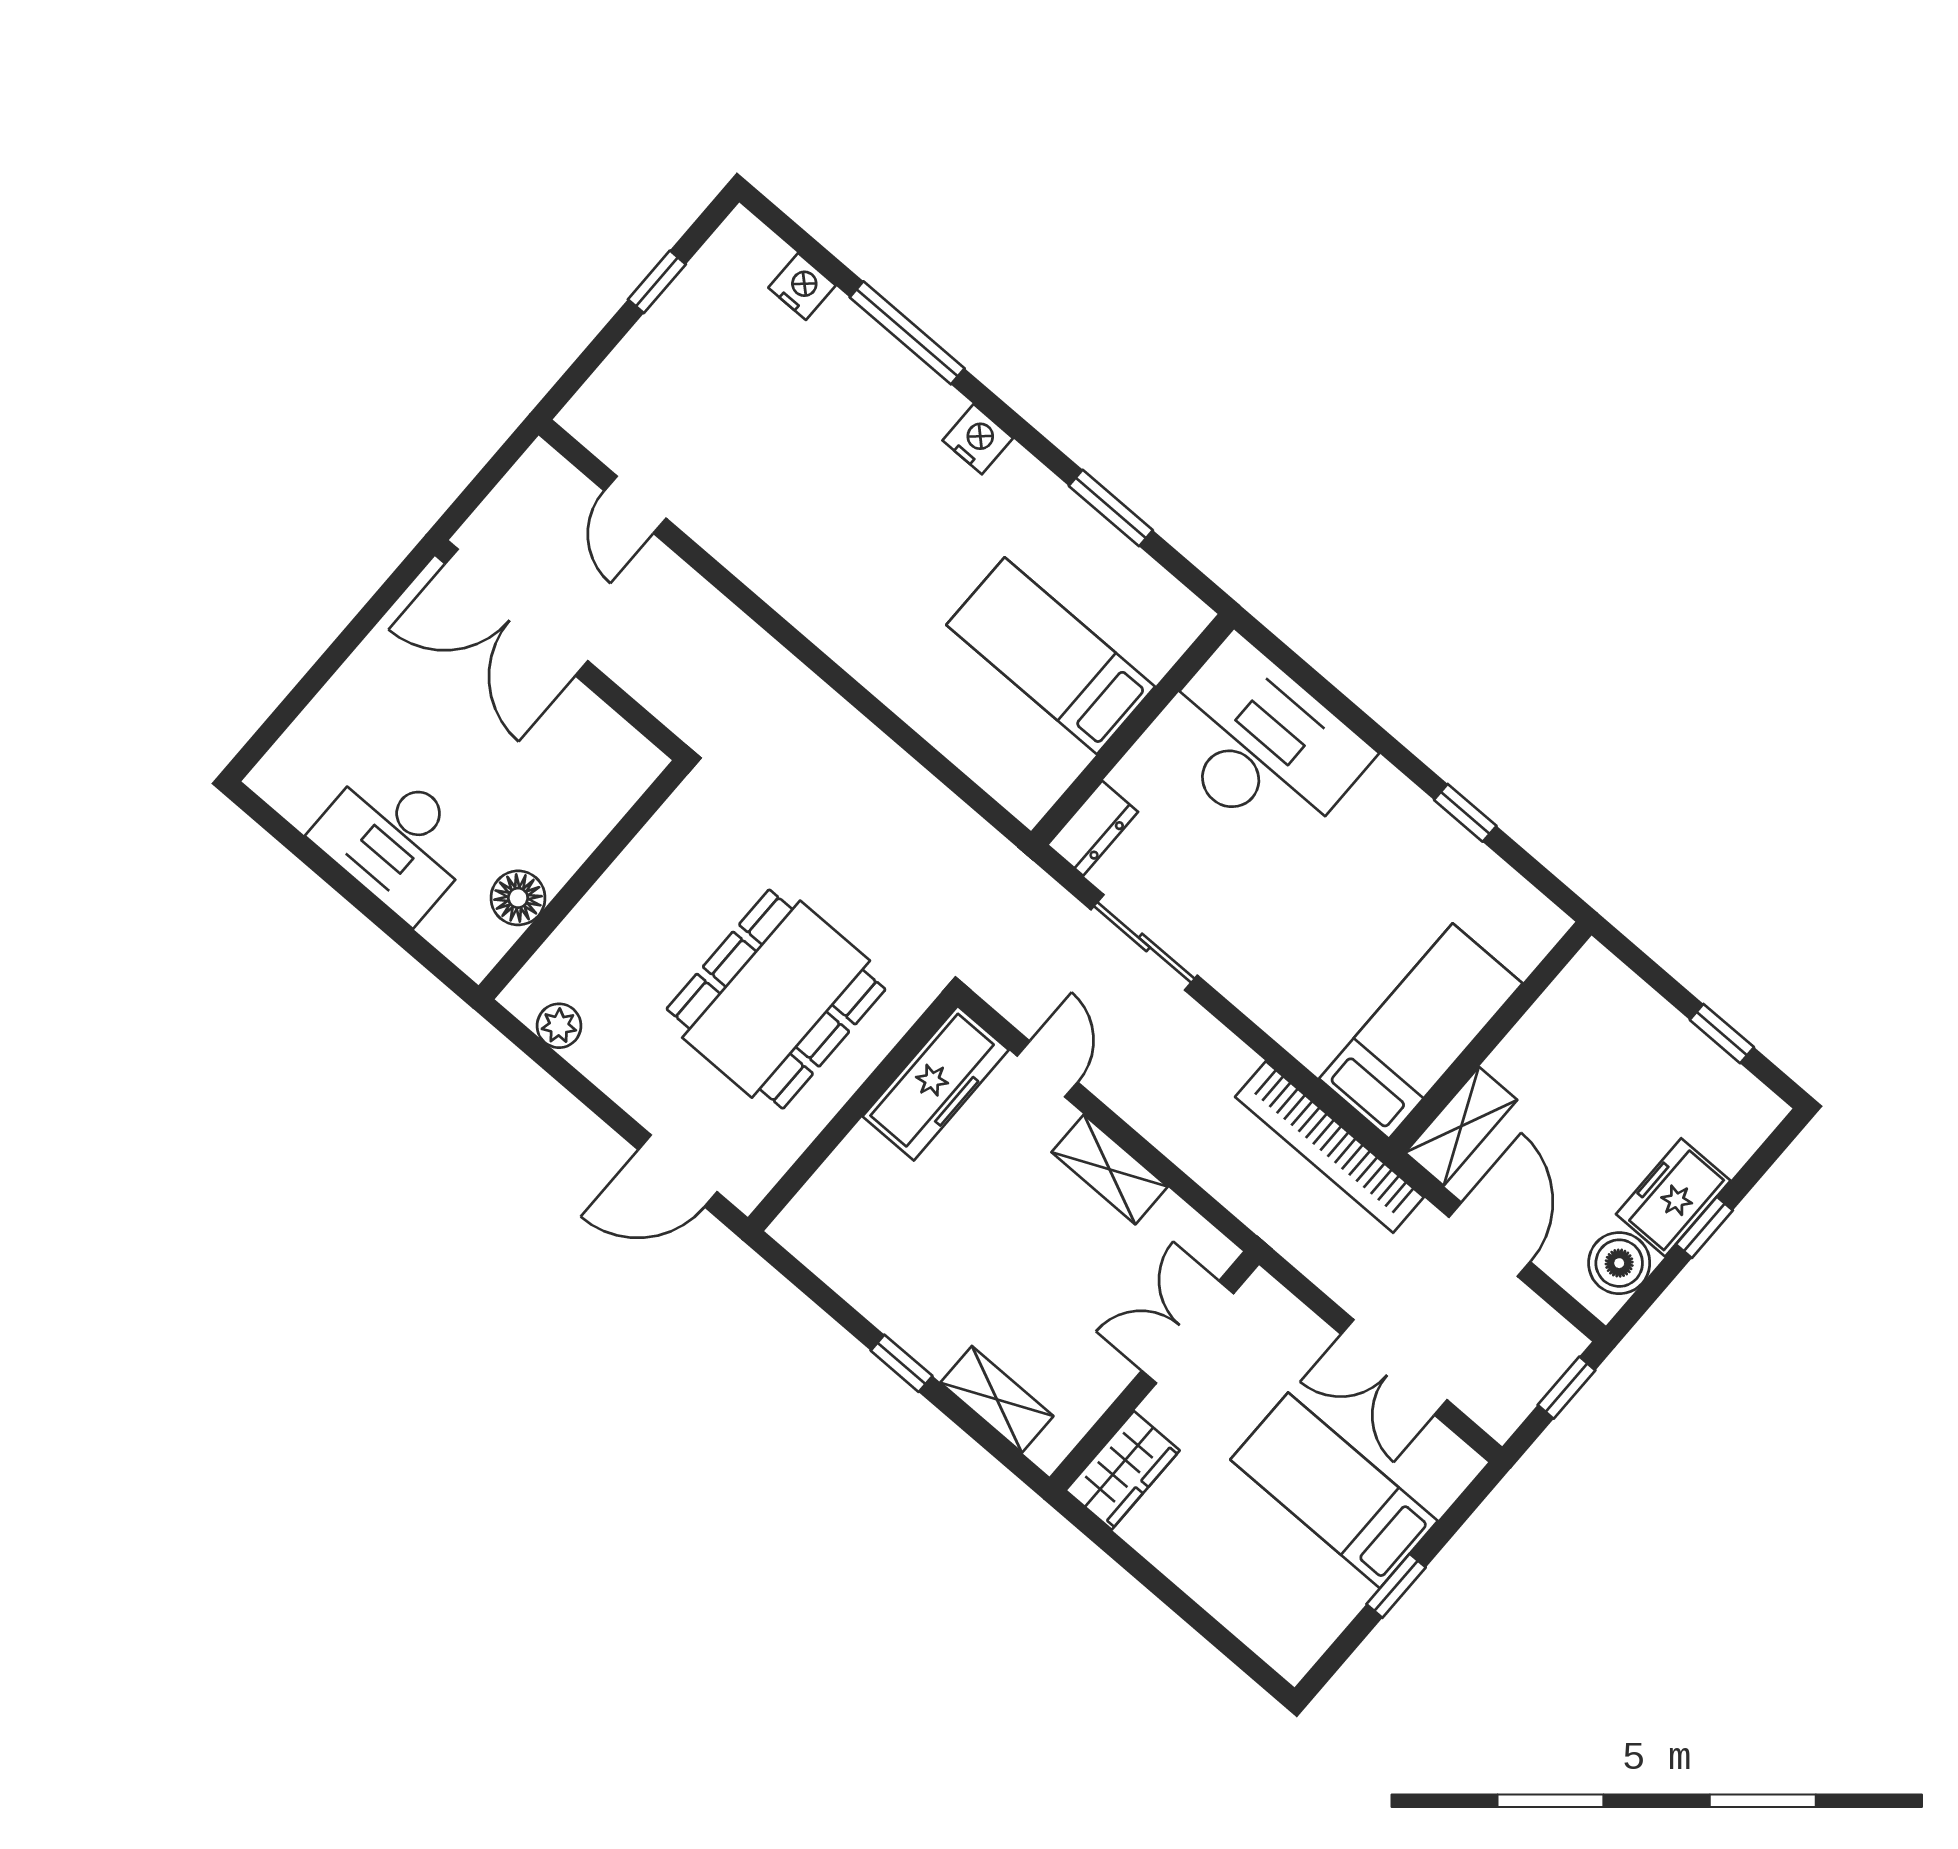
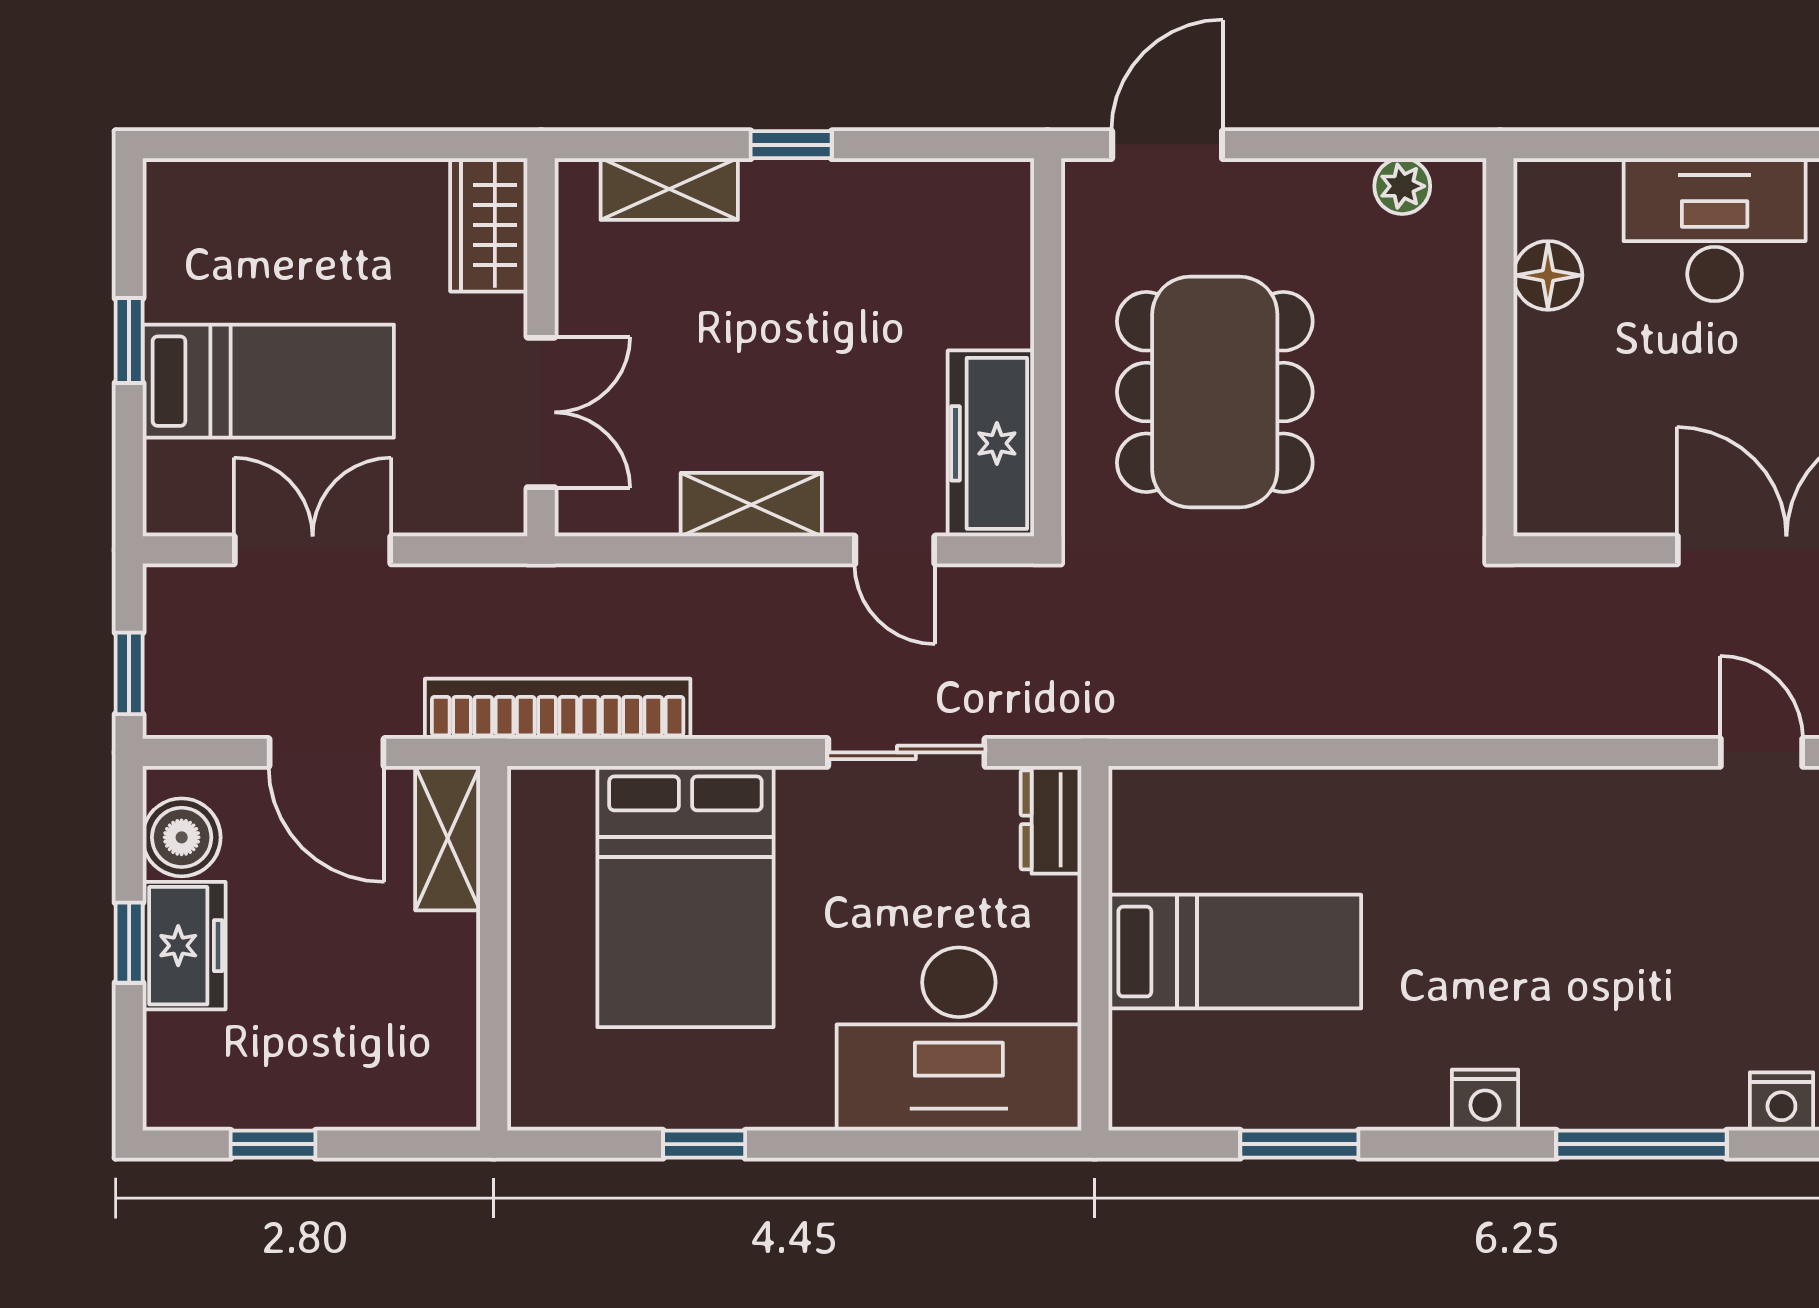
bed: (1421, 1031) -> (685, 897), moved, width x1.50

